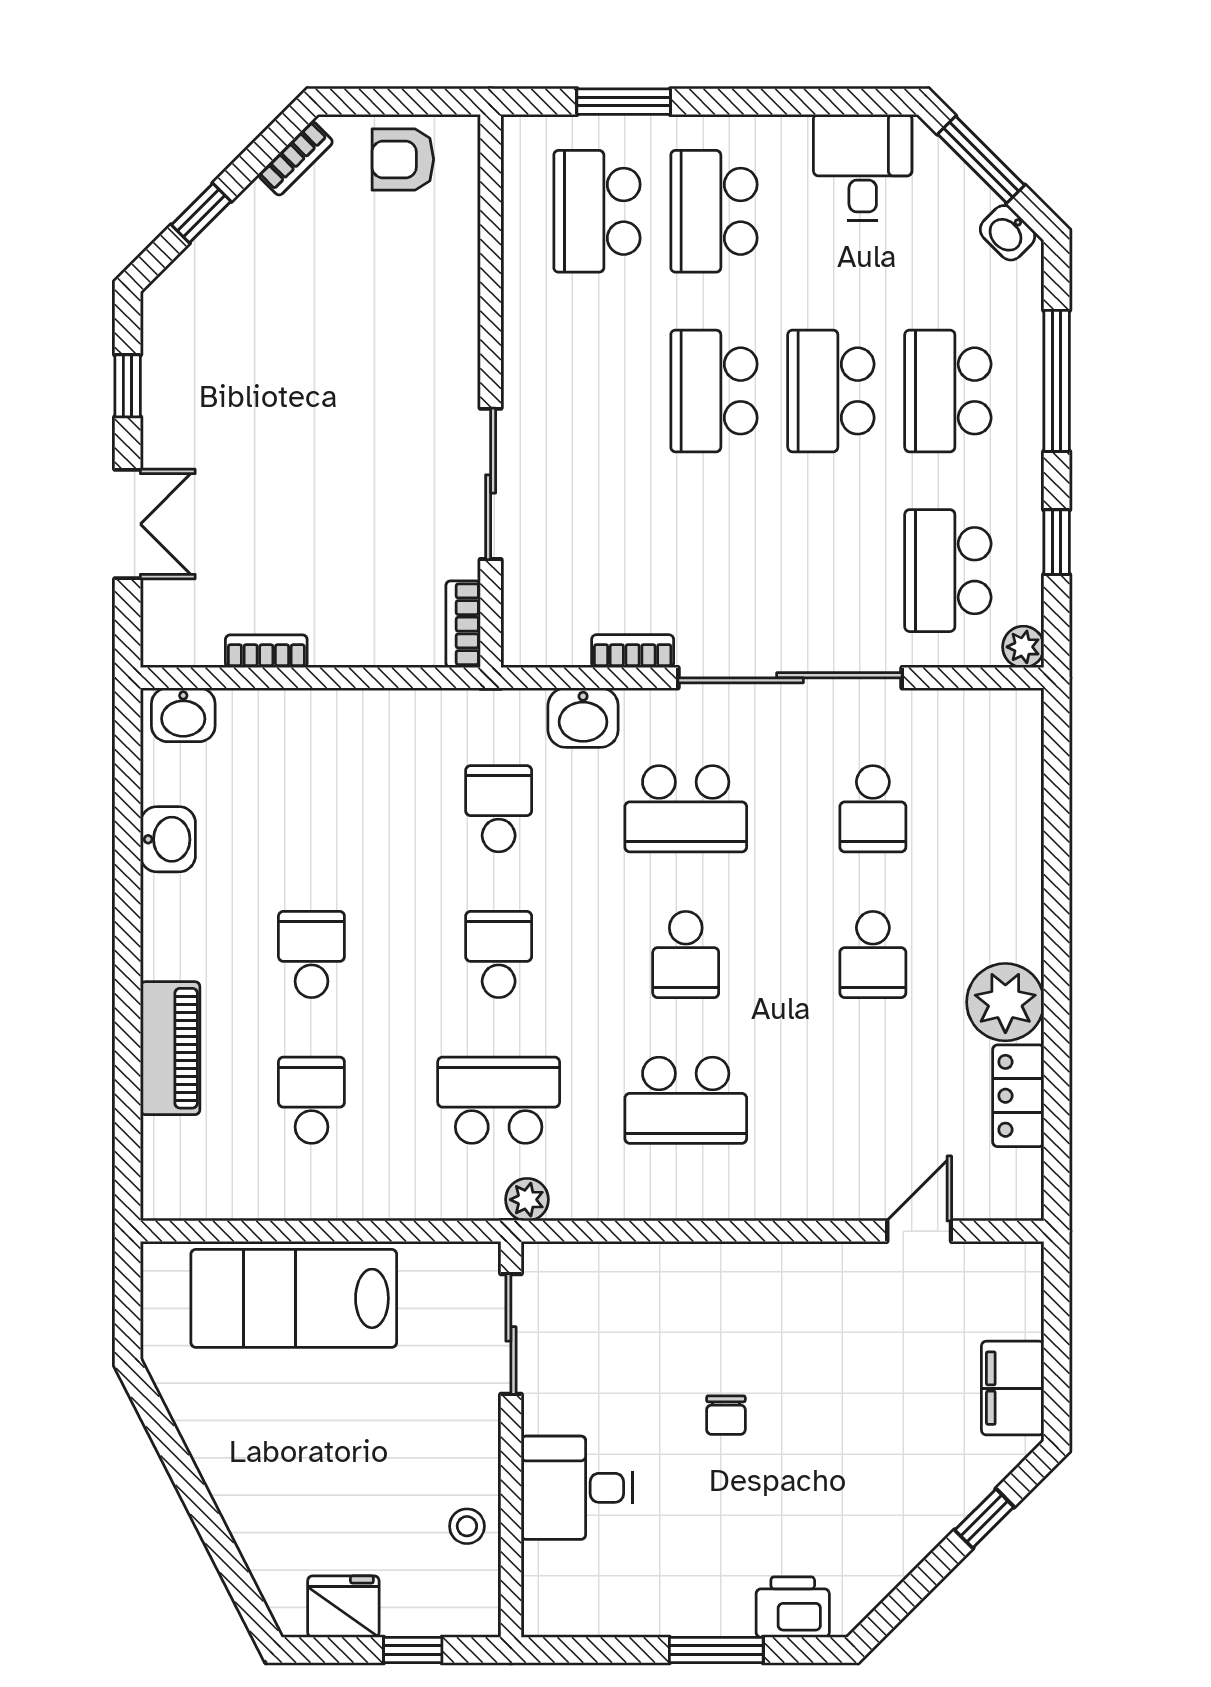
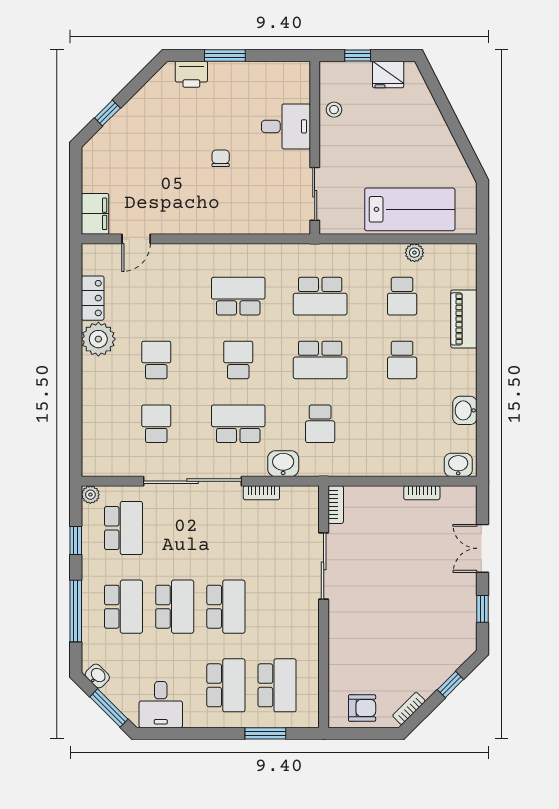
school desk: (499, 954) -> (320, 360), width x1.85
plant: (527, 1200) -> (414, 253), moved
filing cabinet: (1013, 1388) -> (95, 214), moved

